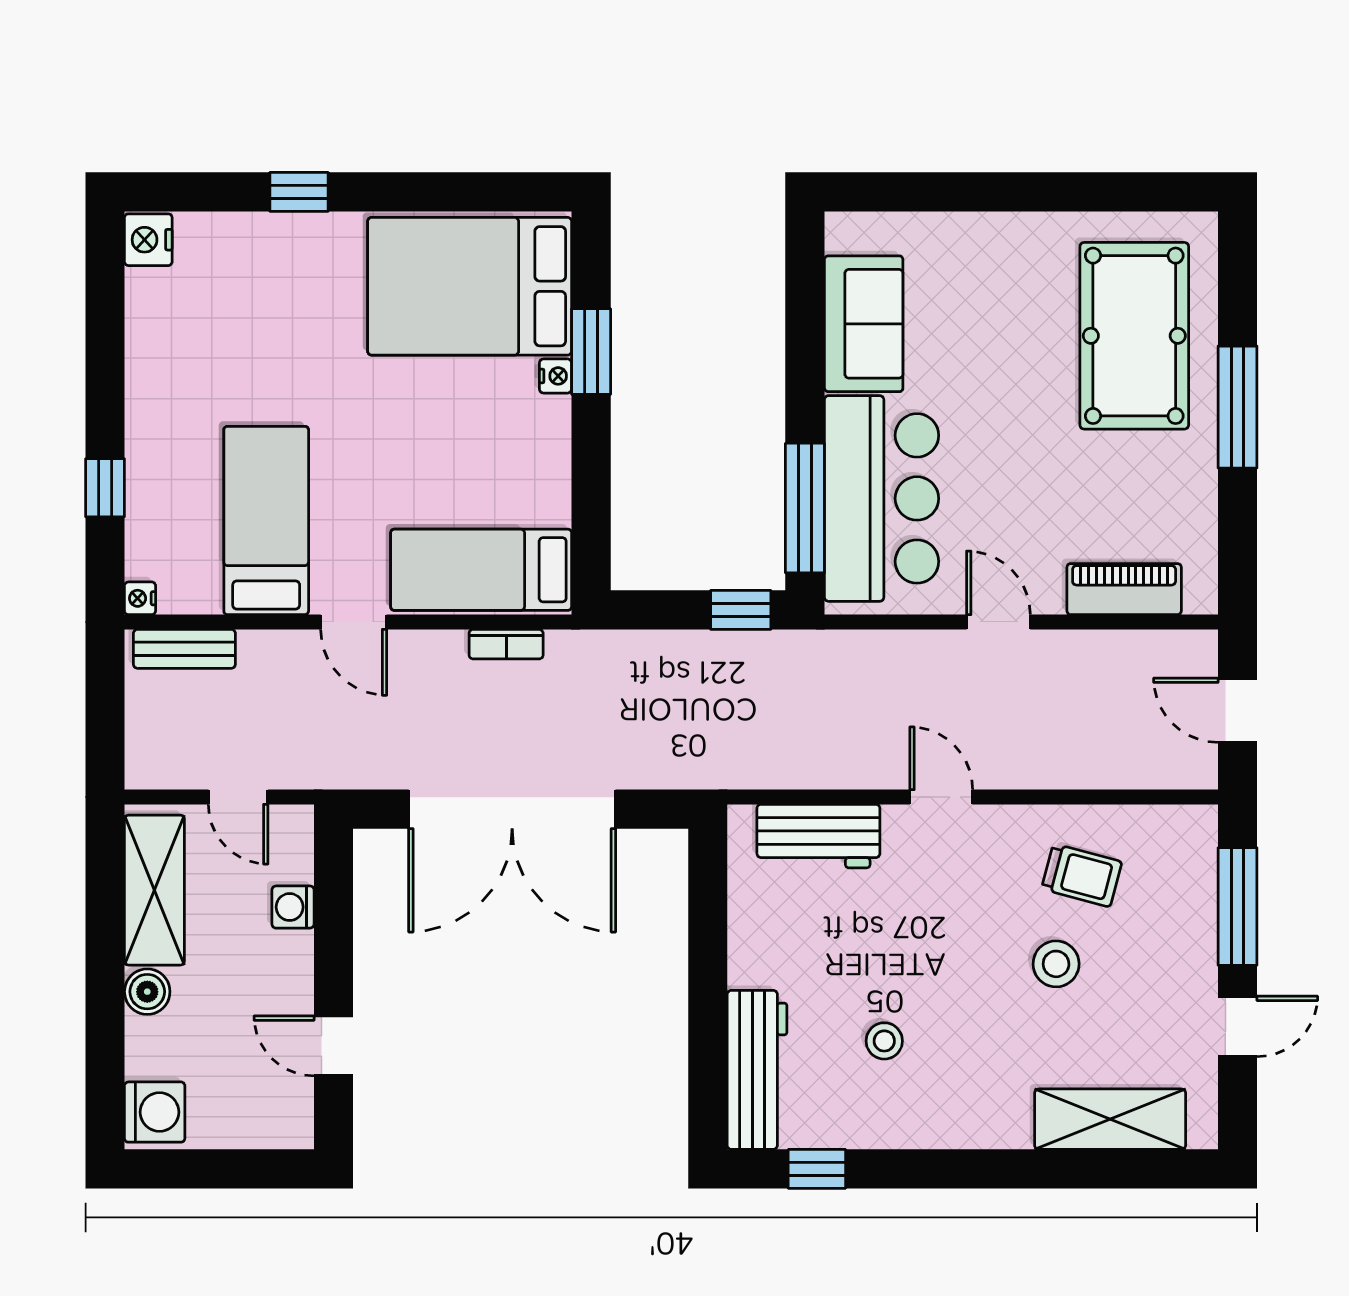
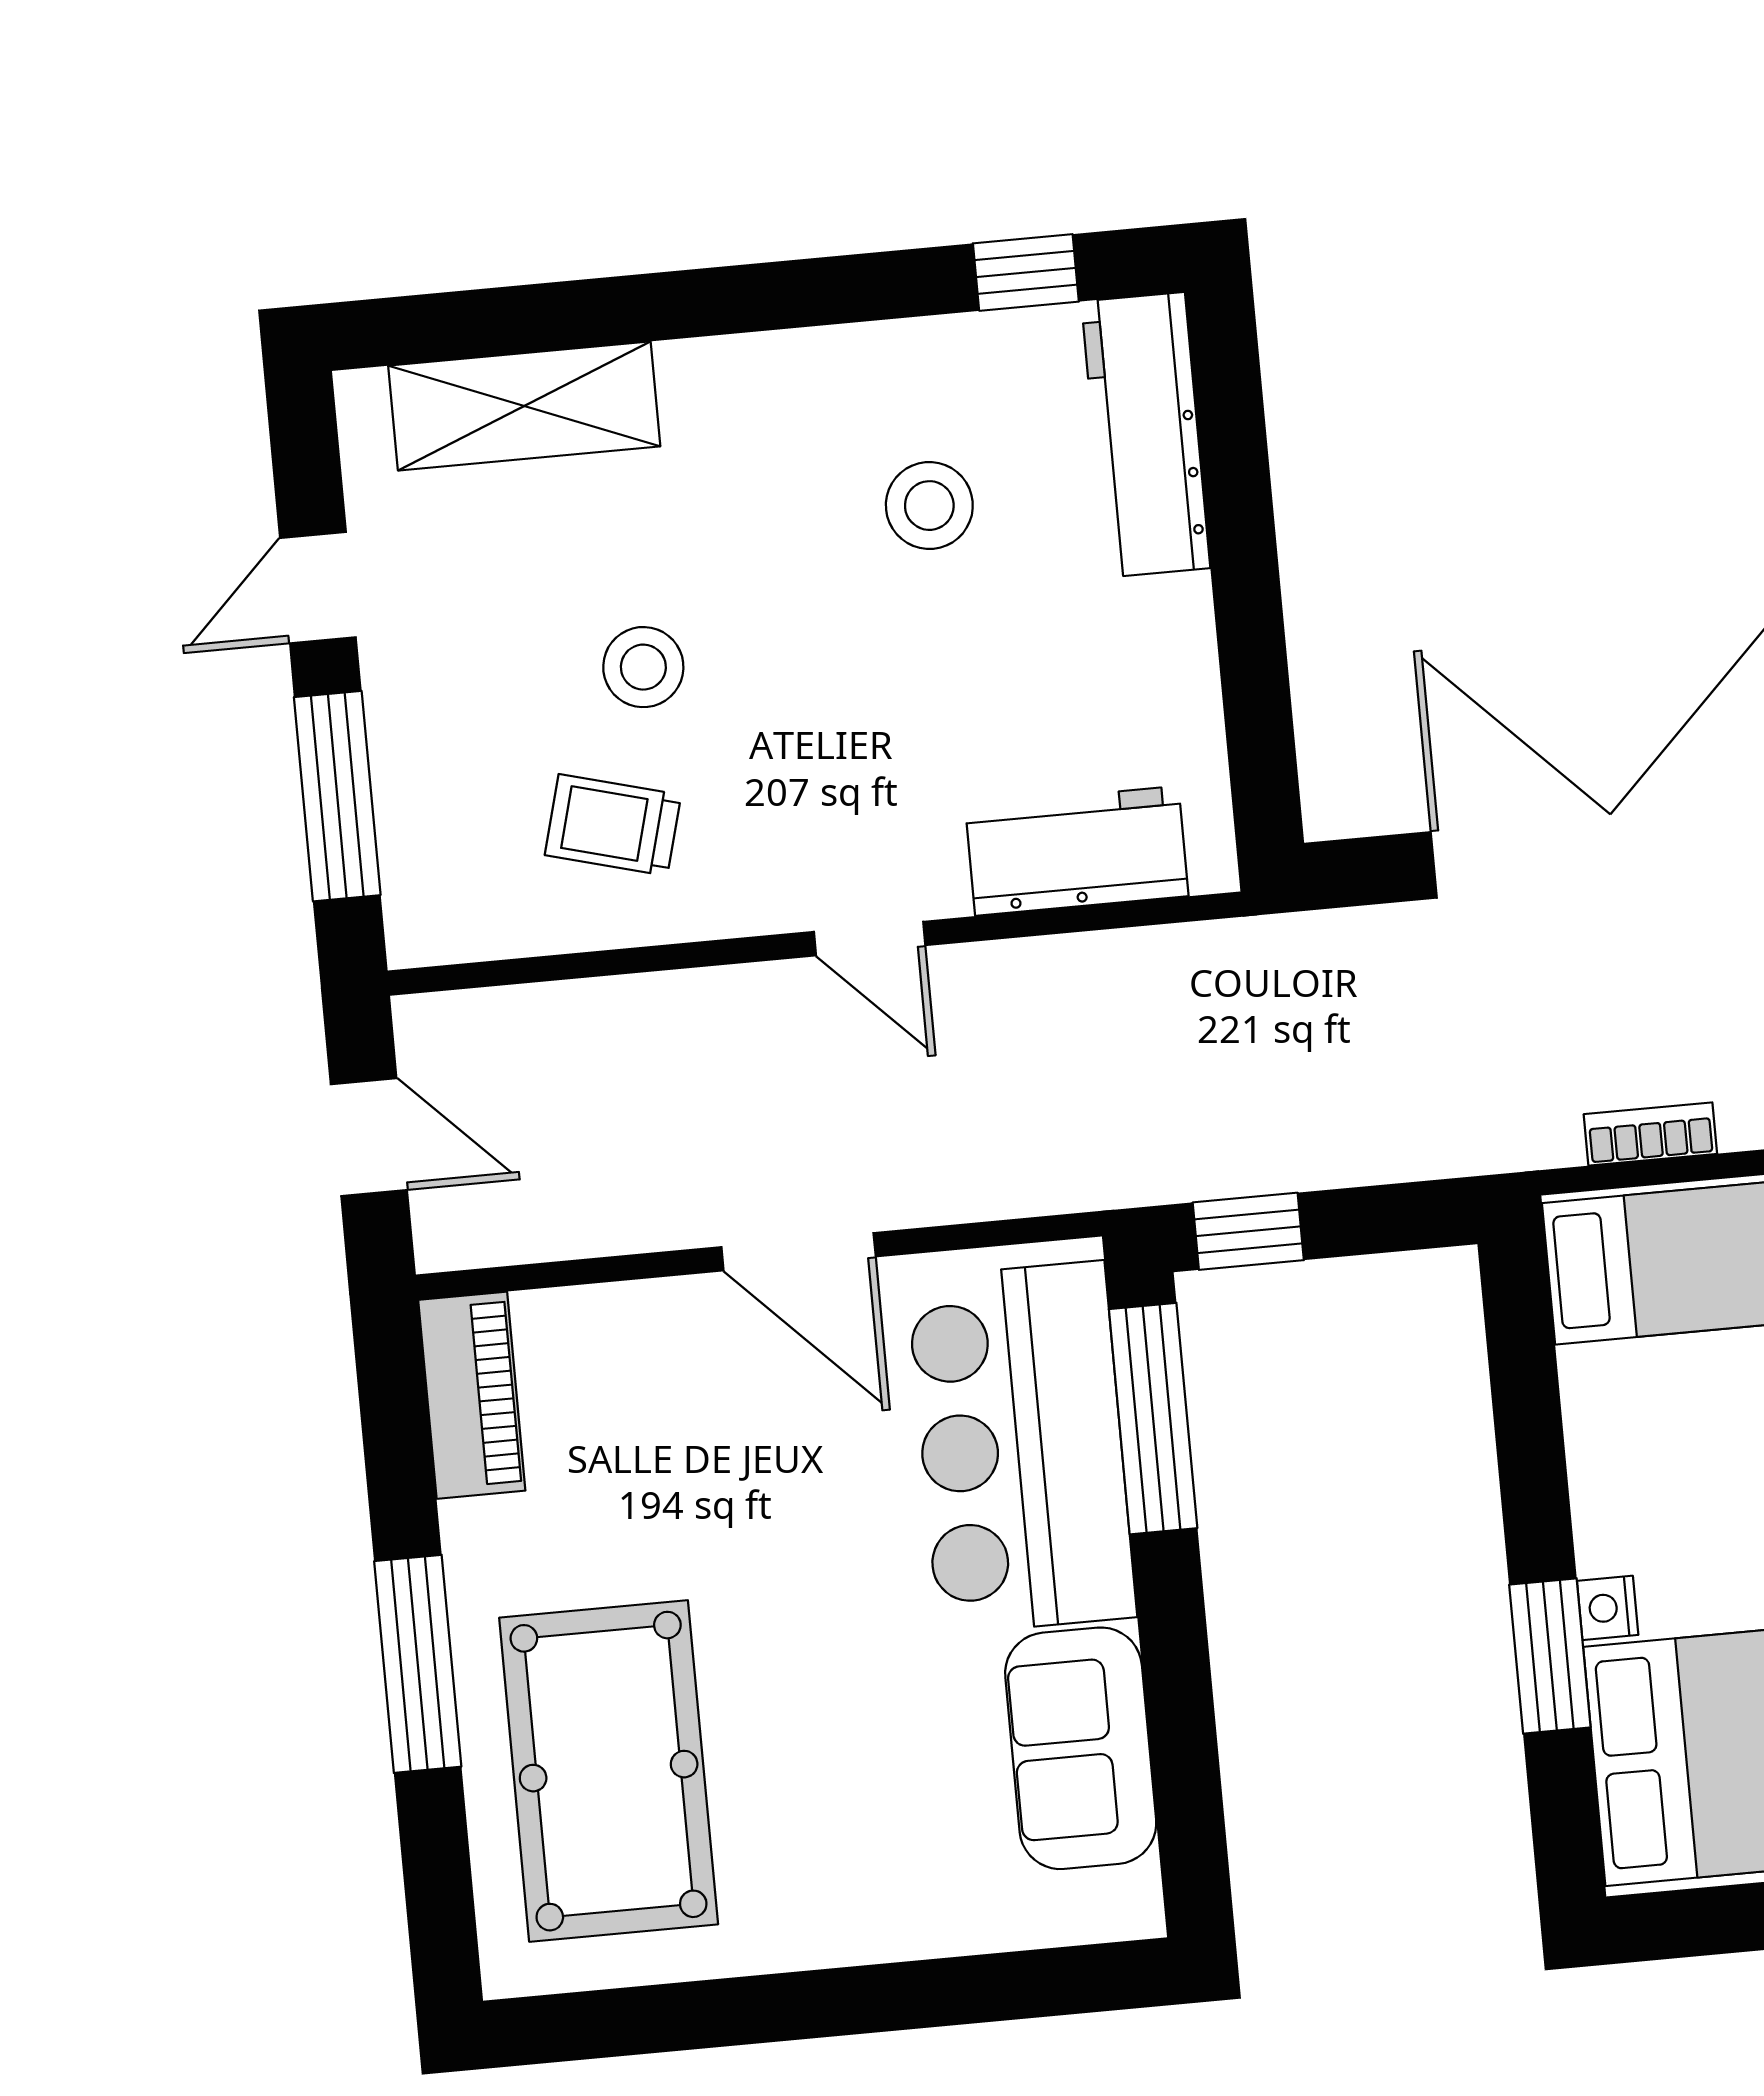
piano: (1124, 589) -> (472, 1395), moved, turned -90
door: (998, 622) -> (799, 1252), width x1.38
stool: (884, 1041) -> (929, 506), width x1.37, depth x1.37

